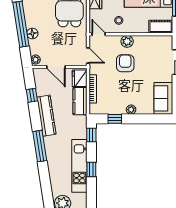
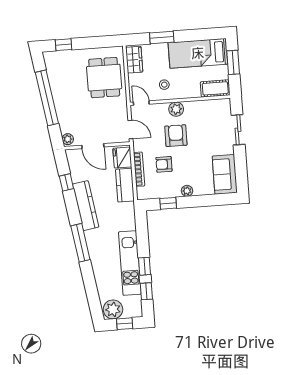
floor lamp: (32, 33) -> (62, 108), removed
armchair: (114, 86) -> (164, 164), added
window: (91, 135) -> (146, 291), moved

